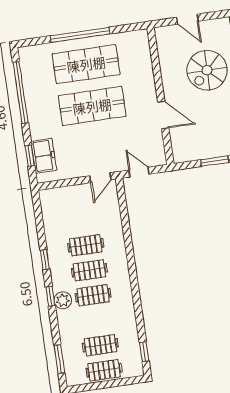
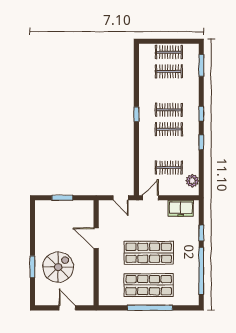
window: (30, 156) -> (201, 233), moved
freezer: (44, 156) -> (181, 208), moved, turned -90
clothes rail: (86, 245) -> (169, 168), moved
plant: (63, 300) -> (192, 181), moved
window: (144, 352) -> (136, 114), moved

